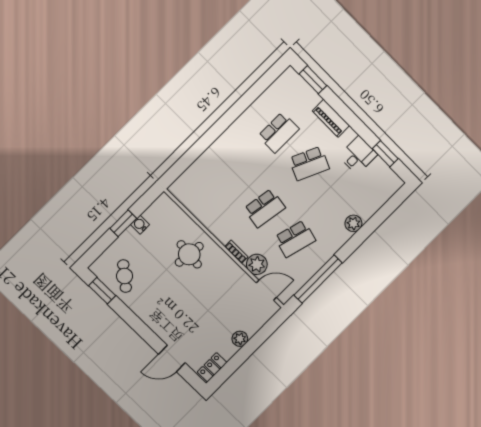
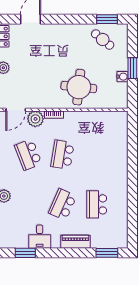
school desk: (295, 239) -> (28, 155), turned -36
round table: (189, 254) -> (79, 87), width x1.36, depth x1.36

